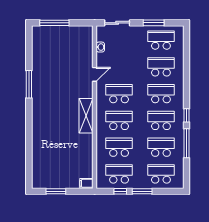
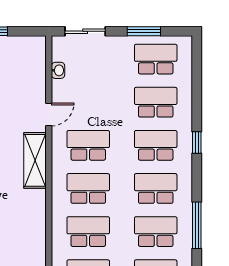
window: (186, 115) -> (197, 143), moved
shelving: (86, 116) -> (35, 160), moved

